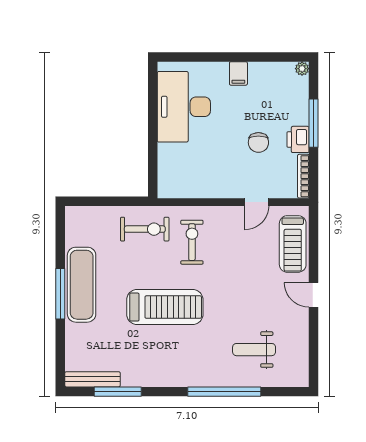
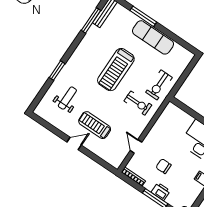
printer: (298, 139) -> (161, 191), moved
treadmill: (293, 244) -> (95, 125), moved
window: (60, 294) -> (143, 16), moved
window: (224, 392) -> (57, 71), width x0.47

